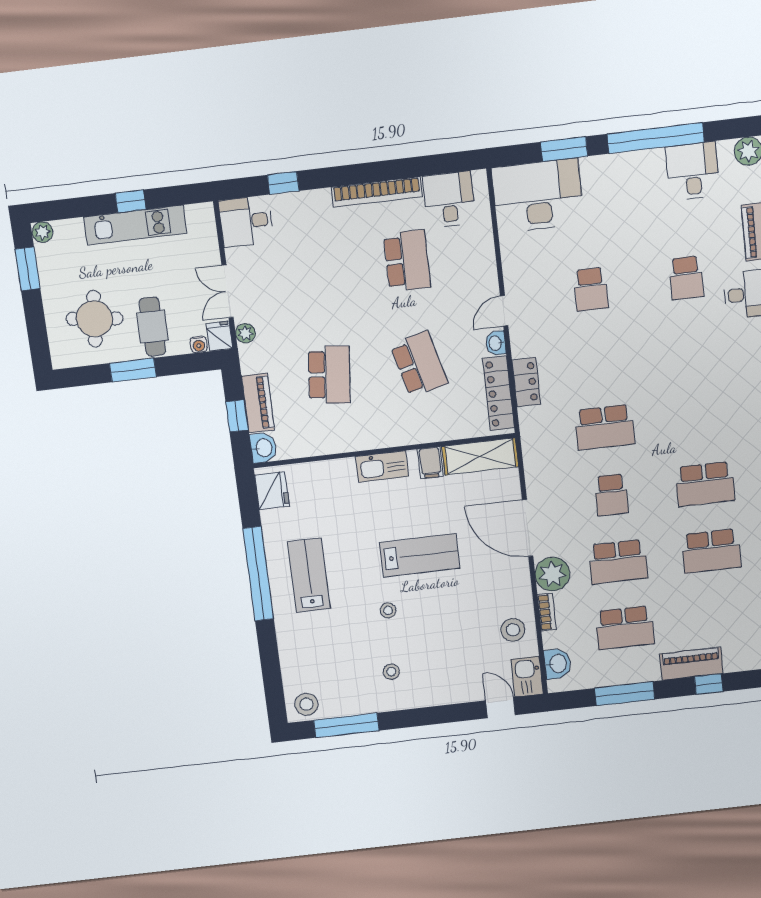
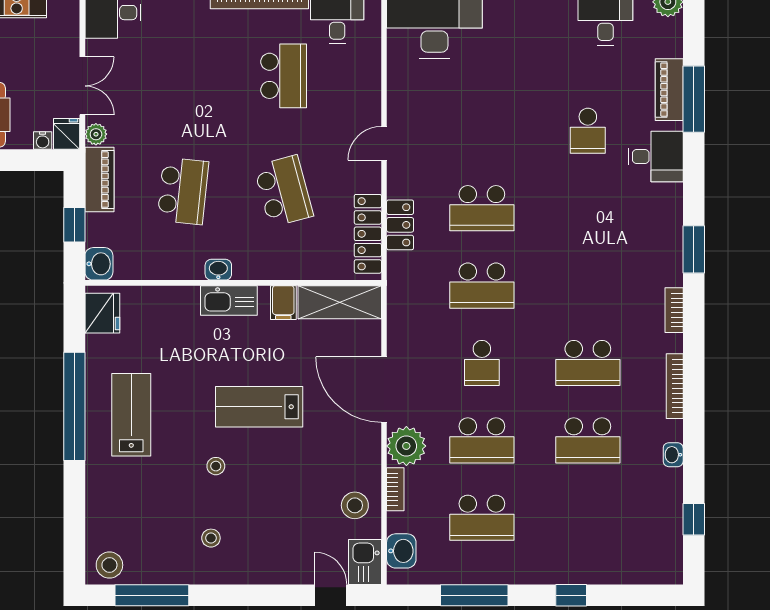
school desk: (591, 289) -> (482, 208), moved, width x1.85
double door: (228, 291) -> (82, 86), swing flipped
washbasin: (496, 343) -> (218, 270), moved, turned 90
piano: (258, 403) -> (99, 180), moved
lab bench: (420, 555) -> (259, 407), turned 180
piano: (691, 664) -> (554, 569), removed

